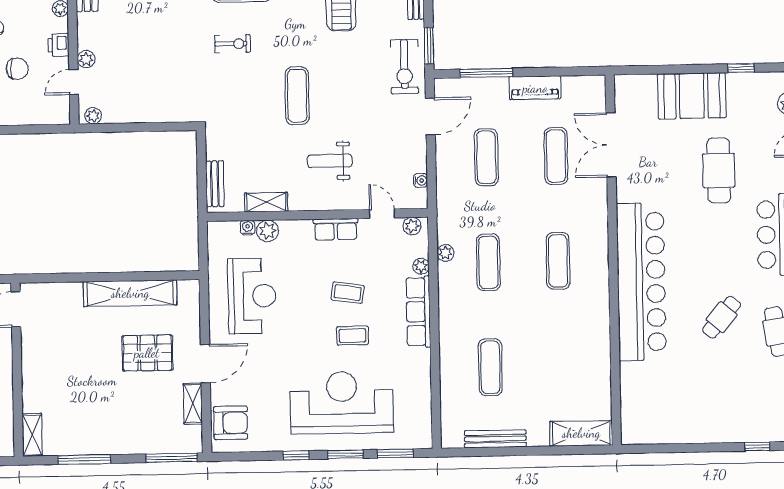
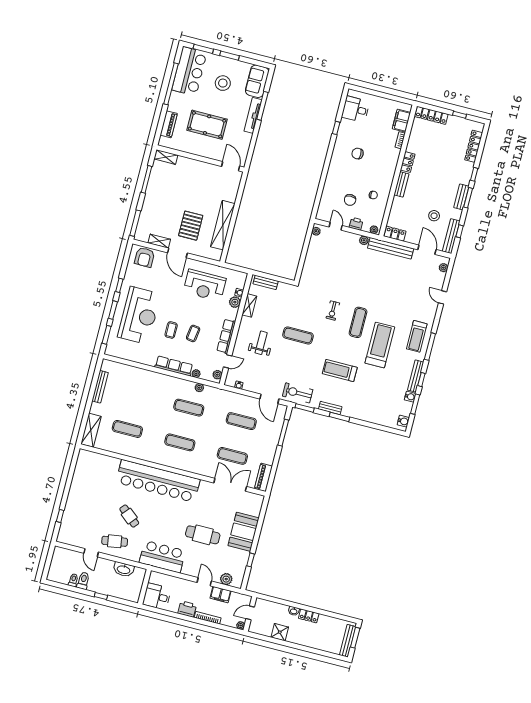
plant: (86, 59) -> (364, 240), moved
piano: (535, 88) -> (263, 477), moved
row of seats: (336, 229) -> (226, 336), width x1.48
exercise mat: (490, 367) -> (127, 429), moved

